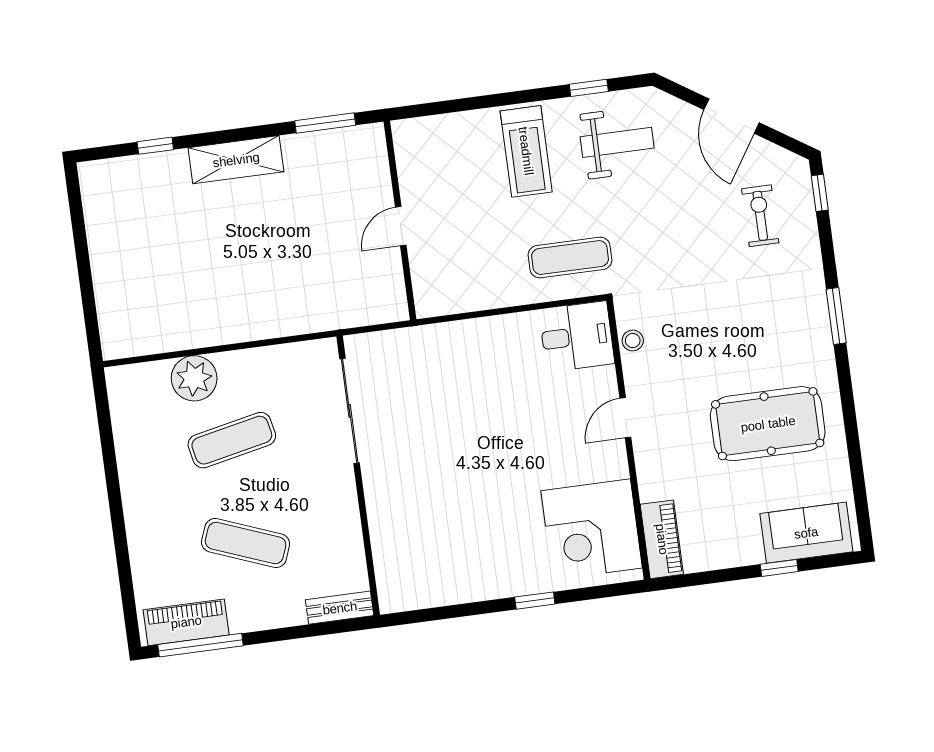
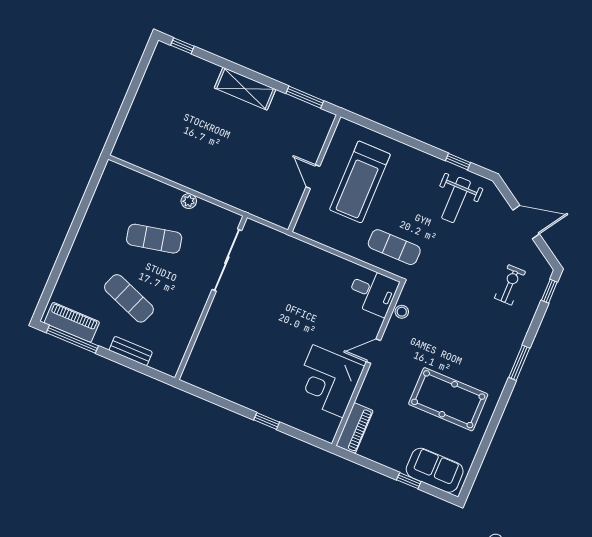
door: (732, 116) -> (526, 222), swing flipped
weight bench: (617, 142) -> (456, 200), turned 90
window: (155, 146) -> (182, 46), moved
treadmill: (526, 151) -> (360, 182), moved, width x1.37, depth x1.38
door: (401, 226) -> (313, 177), hinge flipped
plant: (194, 378) -> (189, 201), moved, width x0.53, depth x0.53
corner desk: (592, 529) -> (328, 381), moved
bench: (340, 608) -> (131, 351), moved

